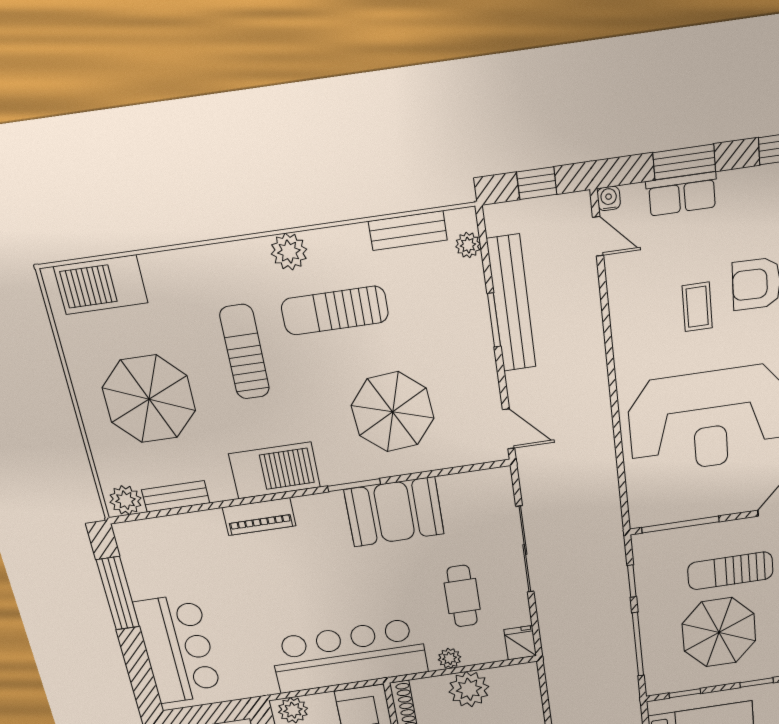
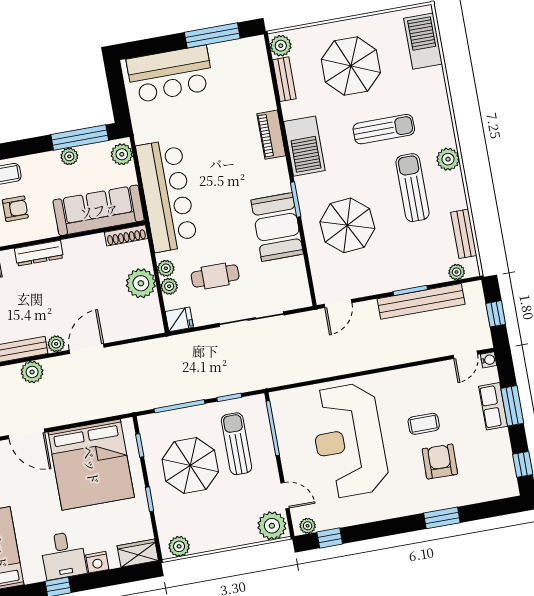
sun lounger: (730, 571) -> (237, 444), moved
plant: (474, 655) -> (169, 286), added

